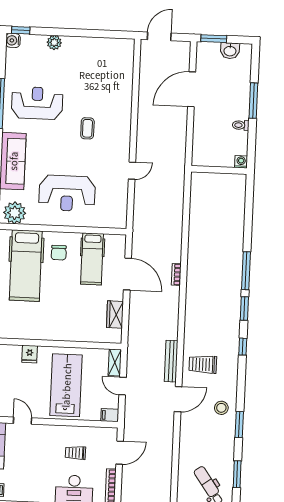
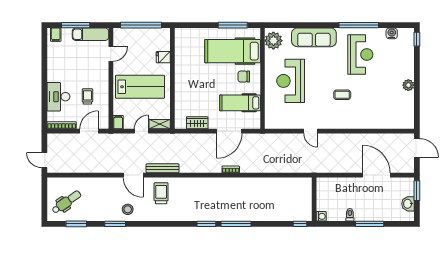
water cooler: (13, 40) -> (392, 33), moved
plant: (54, 43) -> (408, 85), moved
window: (243, 347) -> (300, 224), moved
door: (120, 453) -> (89, 131), swing flipped

